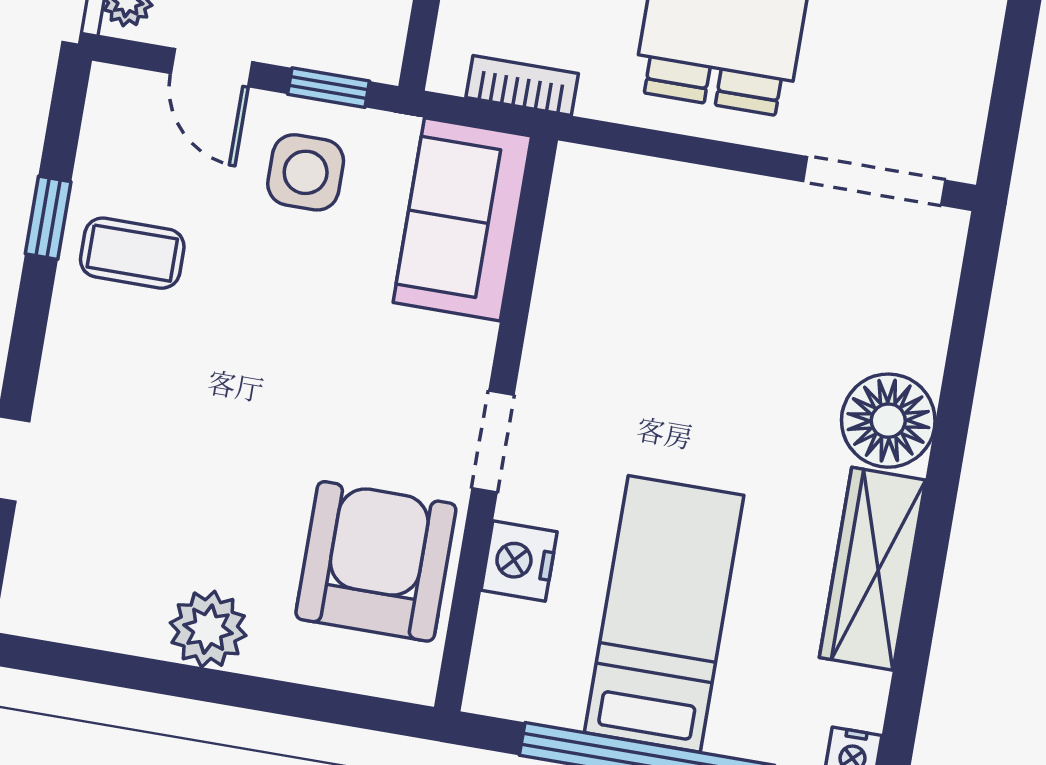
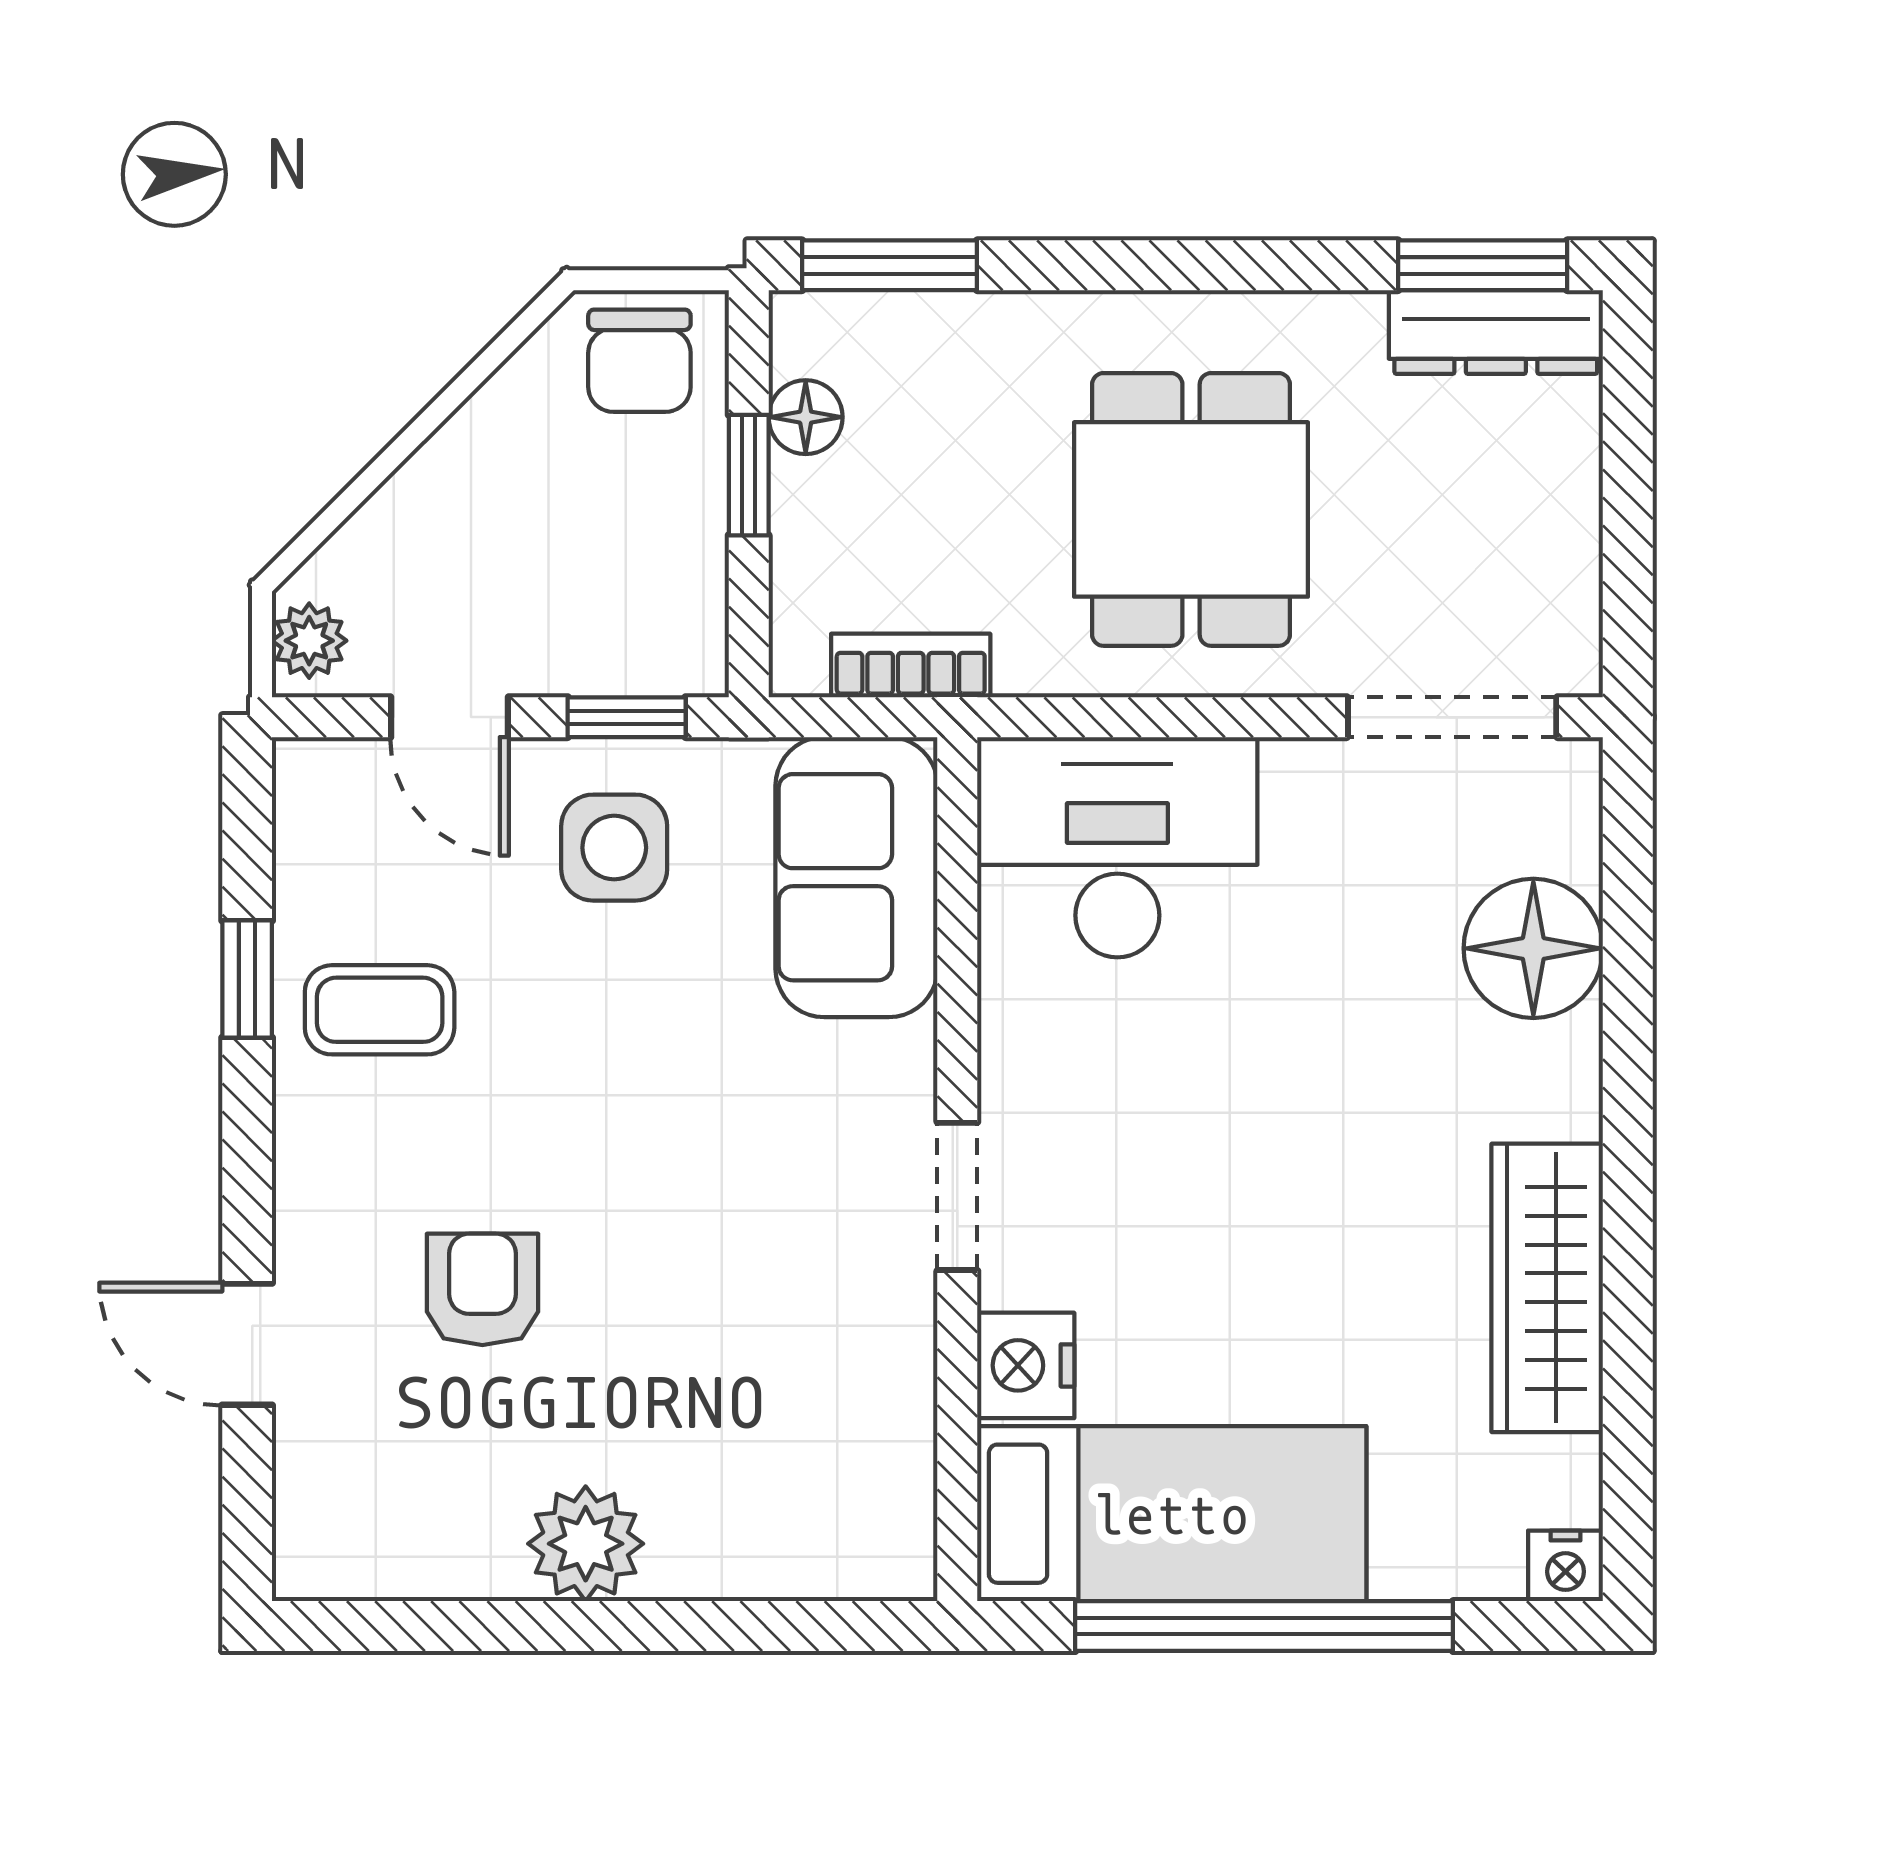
desk: (638, 229) -> (1117, 847), added
floor lamp: (888, 421) -> (1533, 948), moved
armchair: (376, 561) -> (482, 1289), moved, width x0.53, depth x0.53
bed: (664, 614) -> (1172, 1514), moved, turned 90

